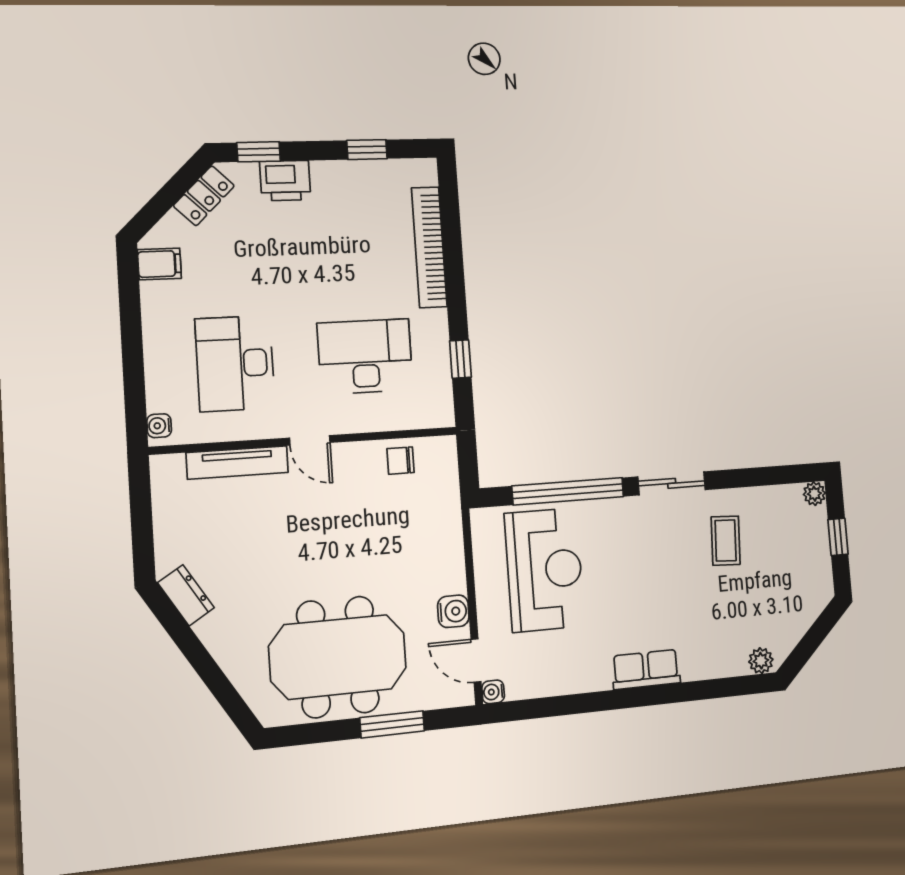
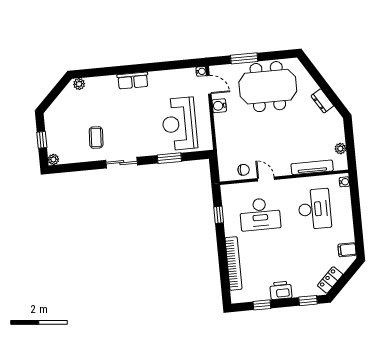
printer: (285, 181) -> (281, 290), moved
door: (310, 440) -> (266, 179), moved
window: (568, 491) -> (169, 158), width x0.47
plant: (166, 506) -> (340, 149), added
dresser: (186, 595) -> (322, 101), moved

